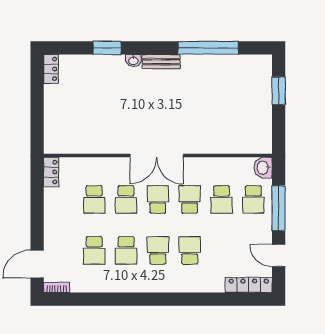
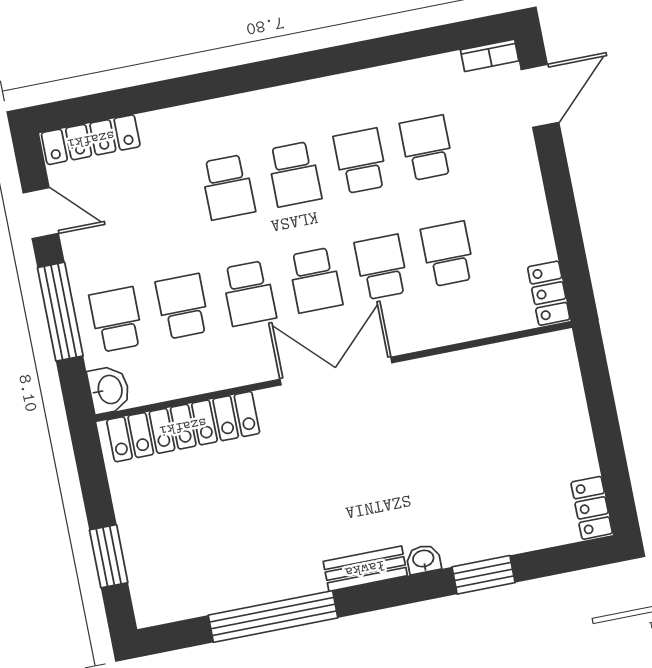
locker: (232, 144) -> (183, 427), added

